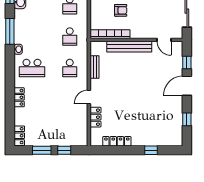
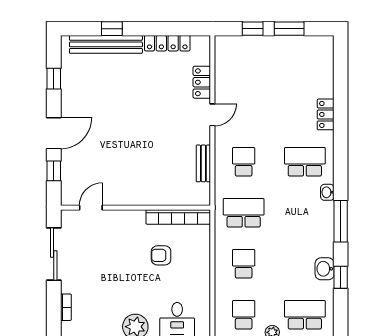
school desk: (70, 37) -> (244, 213), width x1.85
door: (164, 40) -> (91, 208), hinge flipped
bench: (129, 47) -> (106, 44), moved
locker: (19, 136) -> (325, 52), removed

